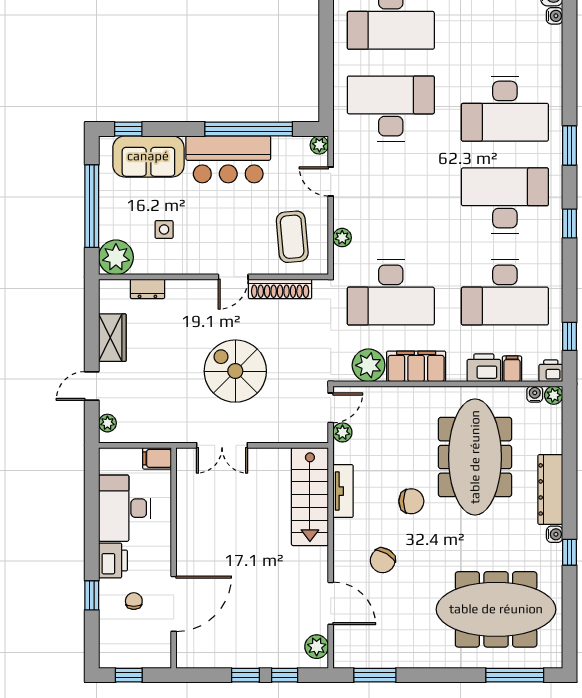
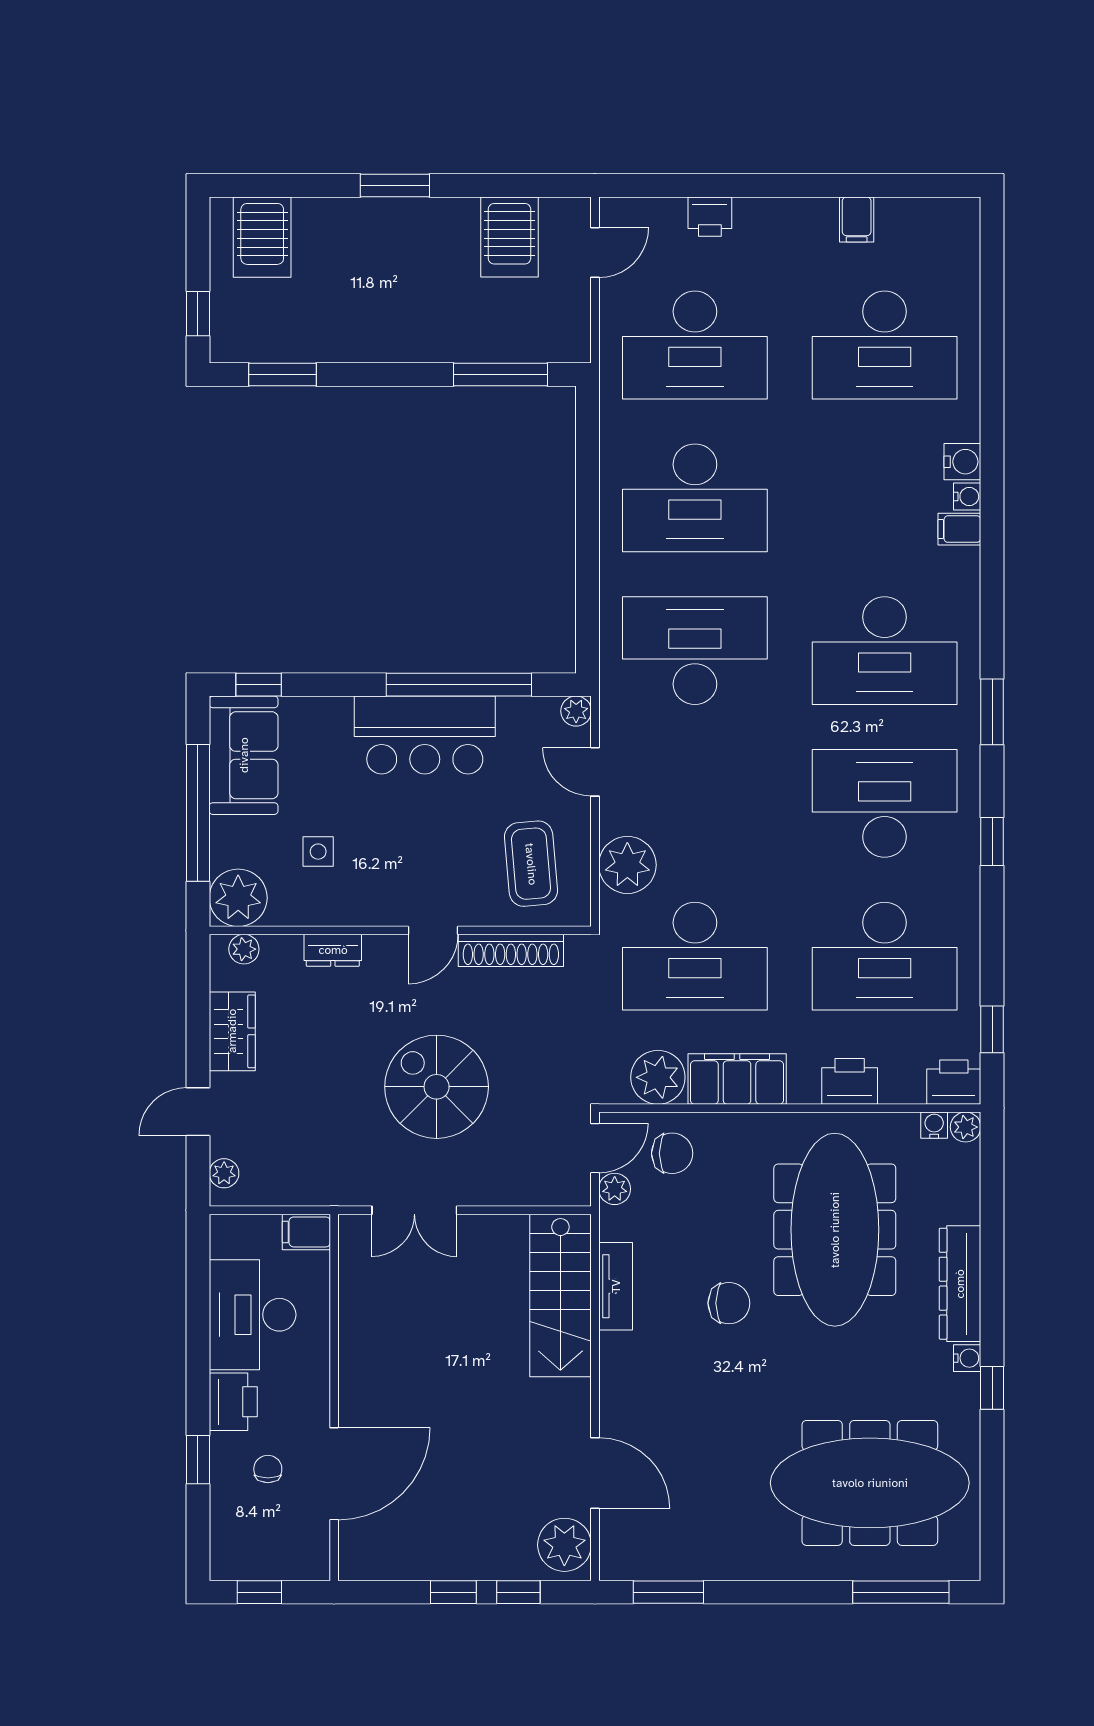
sofa: (148, 156) -> (244, 755), moved, turned -90
plant: (342, 238) -> (627, 865), width x1.88, depth x1.88
plant: (119, 288) -> (244, 949), added
dresser: (147, 289) -> (333, 950), moved
filing cabinet: (512, 369) -> (959, 529), moved, turned -90
printer: (551, 371) -> (954, 1082), width x1.36, depth x1.24
chair: (383, 560) -> (672, 1153), moved, turned -121
plant: (317, 647) -> (564, 1545), width x1.36, depth x1.36

